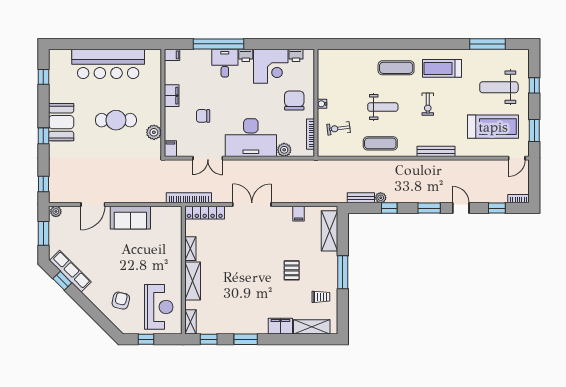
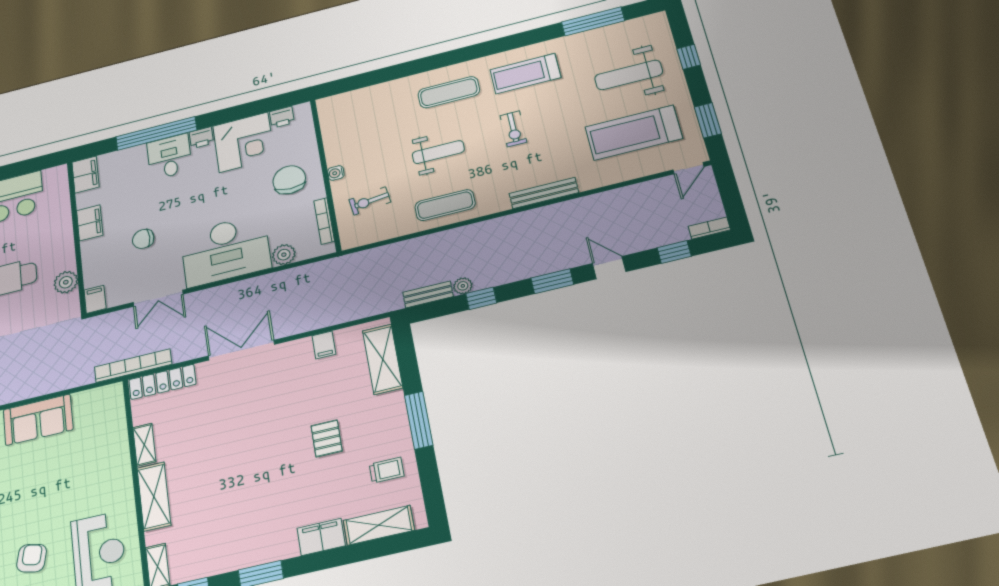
filing cabinet: (172, 55) -> (86, 175), width x2.00
treadmill: (493, 127) -> (634, 133), turned 180

